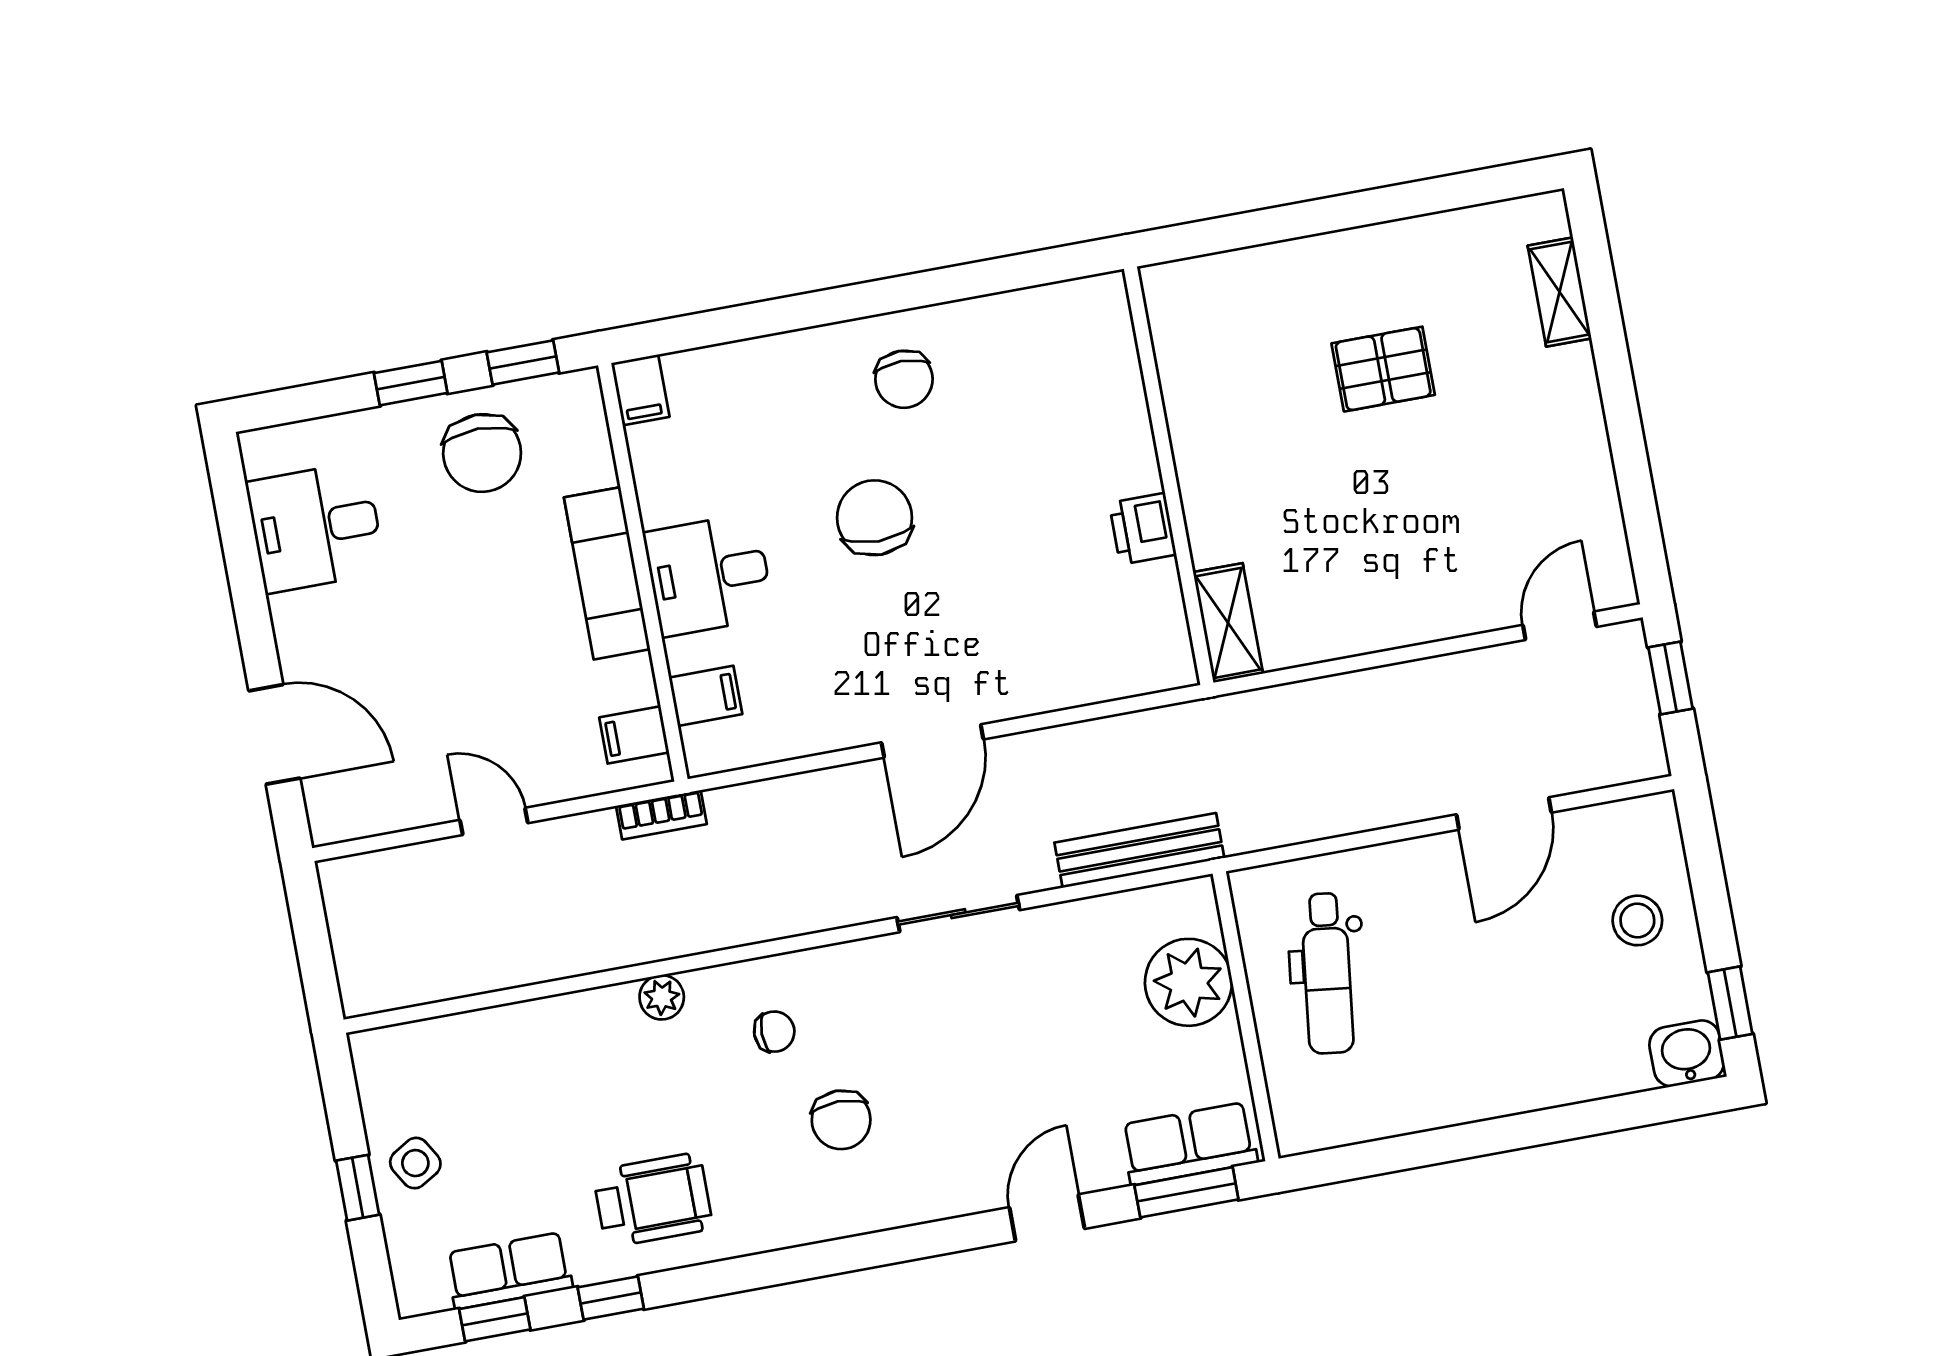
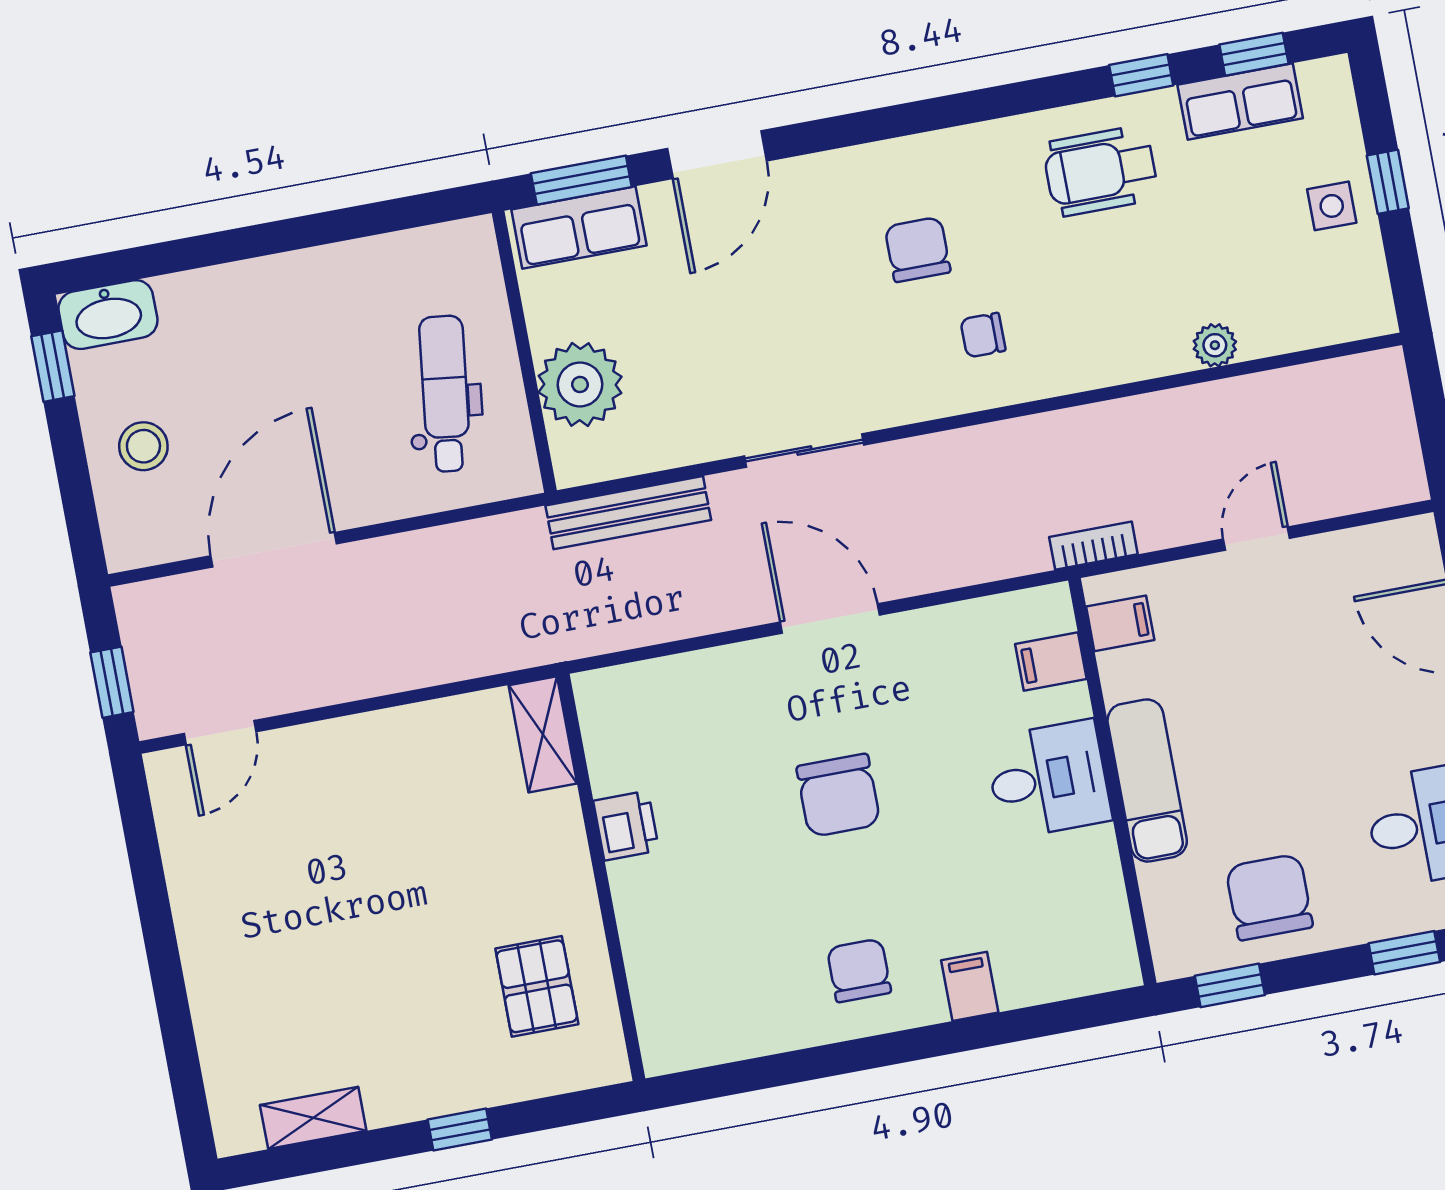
window: (1315, 217) -> (460, 1130), added
shelving: (1560, 292) -> (313, 1118), moved, turned 90
pallet: (1383, 369) -> (537, 986), moved, turned 90
window: (411, 383) -> (1404, 953), moved
filing cabinet: (640, 390) -> (970, 986), moved
chair: (875, 518) -> (838, 795), moved
door: (932, 741) -> (830, 618), hinge flipped
door: (1504, 814) -> (274, 550), width x1.36
door: (494, 821) -> (1256, 539), swing flipped
plant: (662, 997) -> (1215, 345), moved
washbasin: (1687, 1053) -> (108, 315), width x1.38
side table: (415, 1163) -> (1332, 206), turned 31
door: (1047, 1218) -> (717, 155), width x1.38

